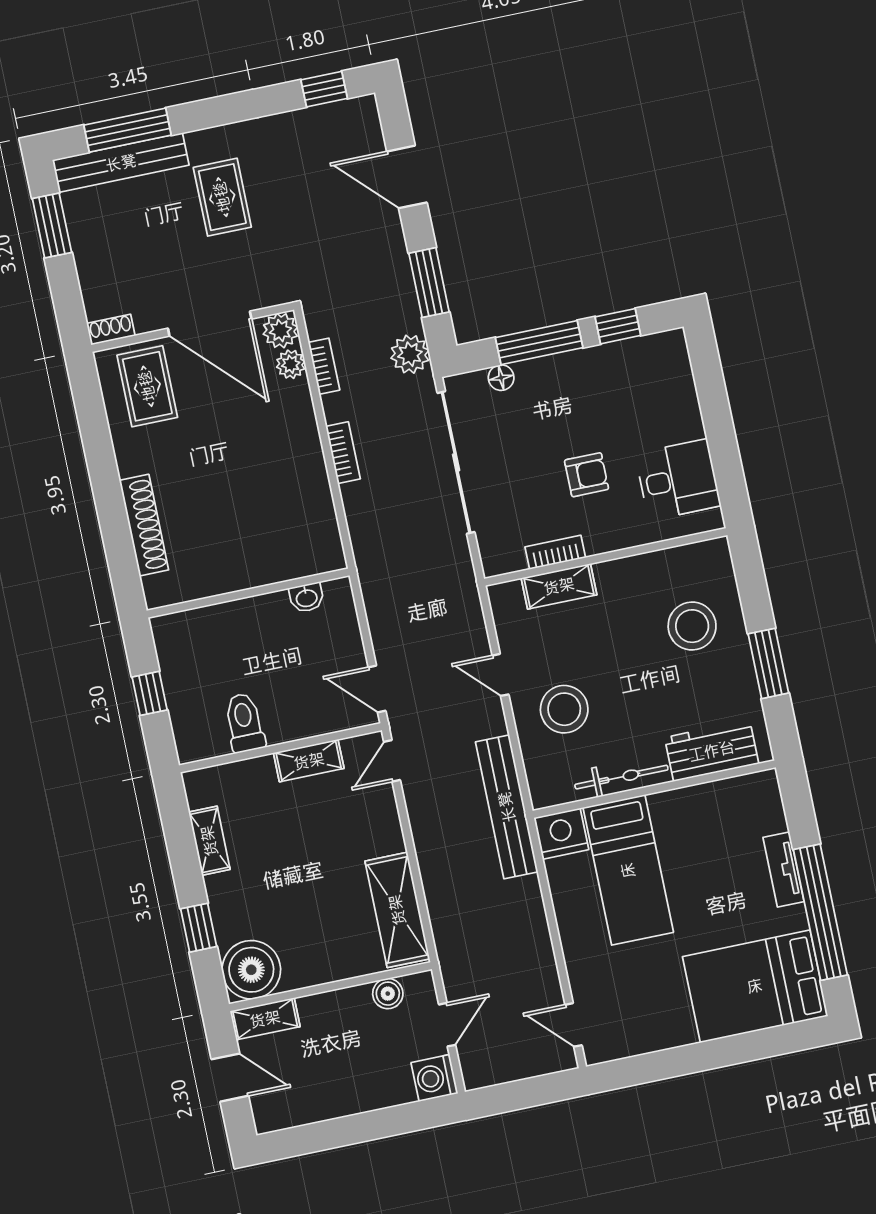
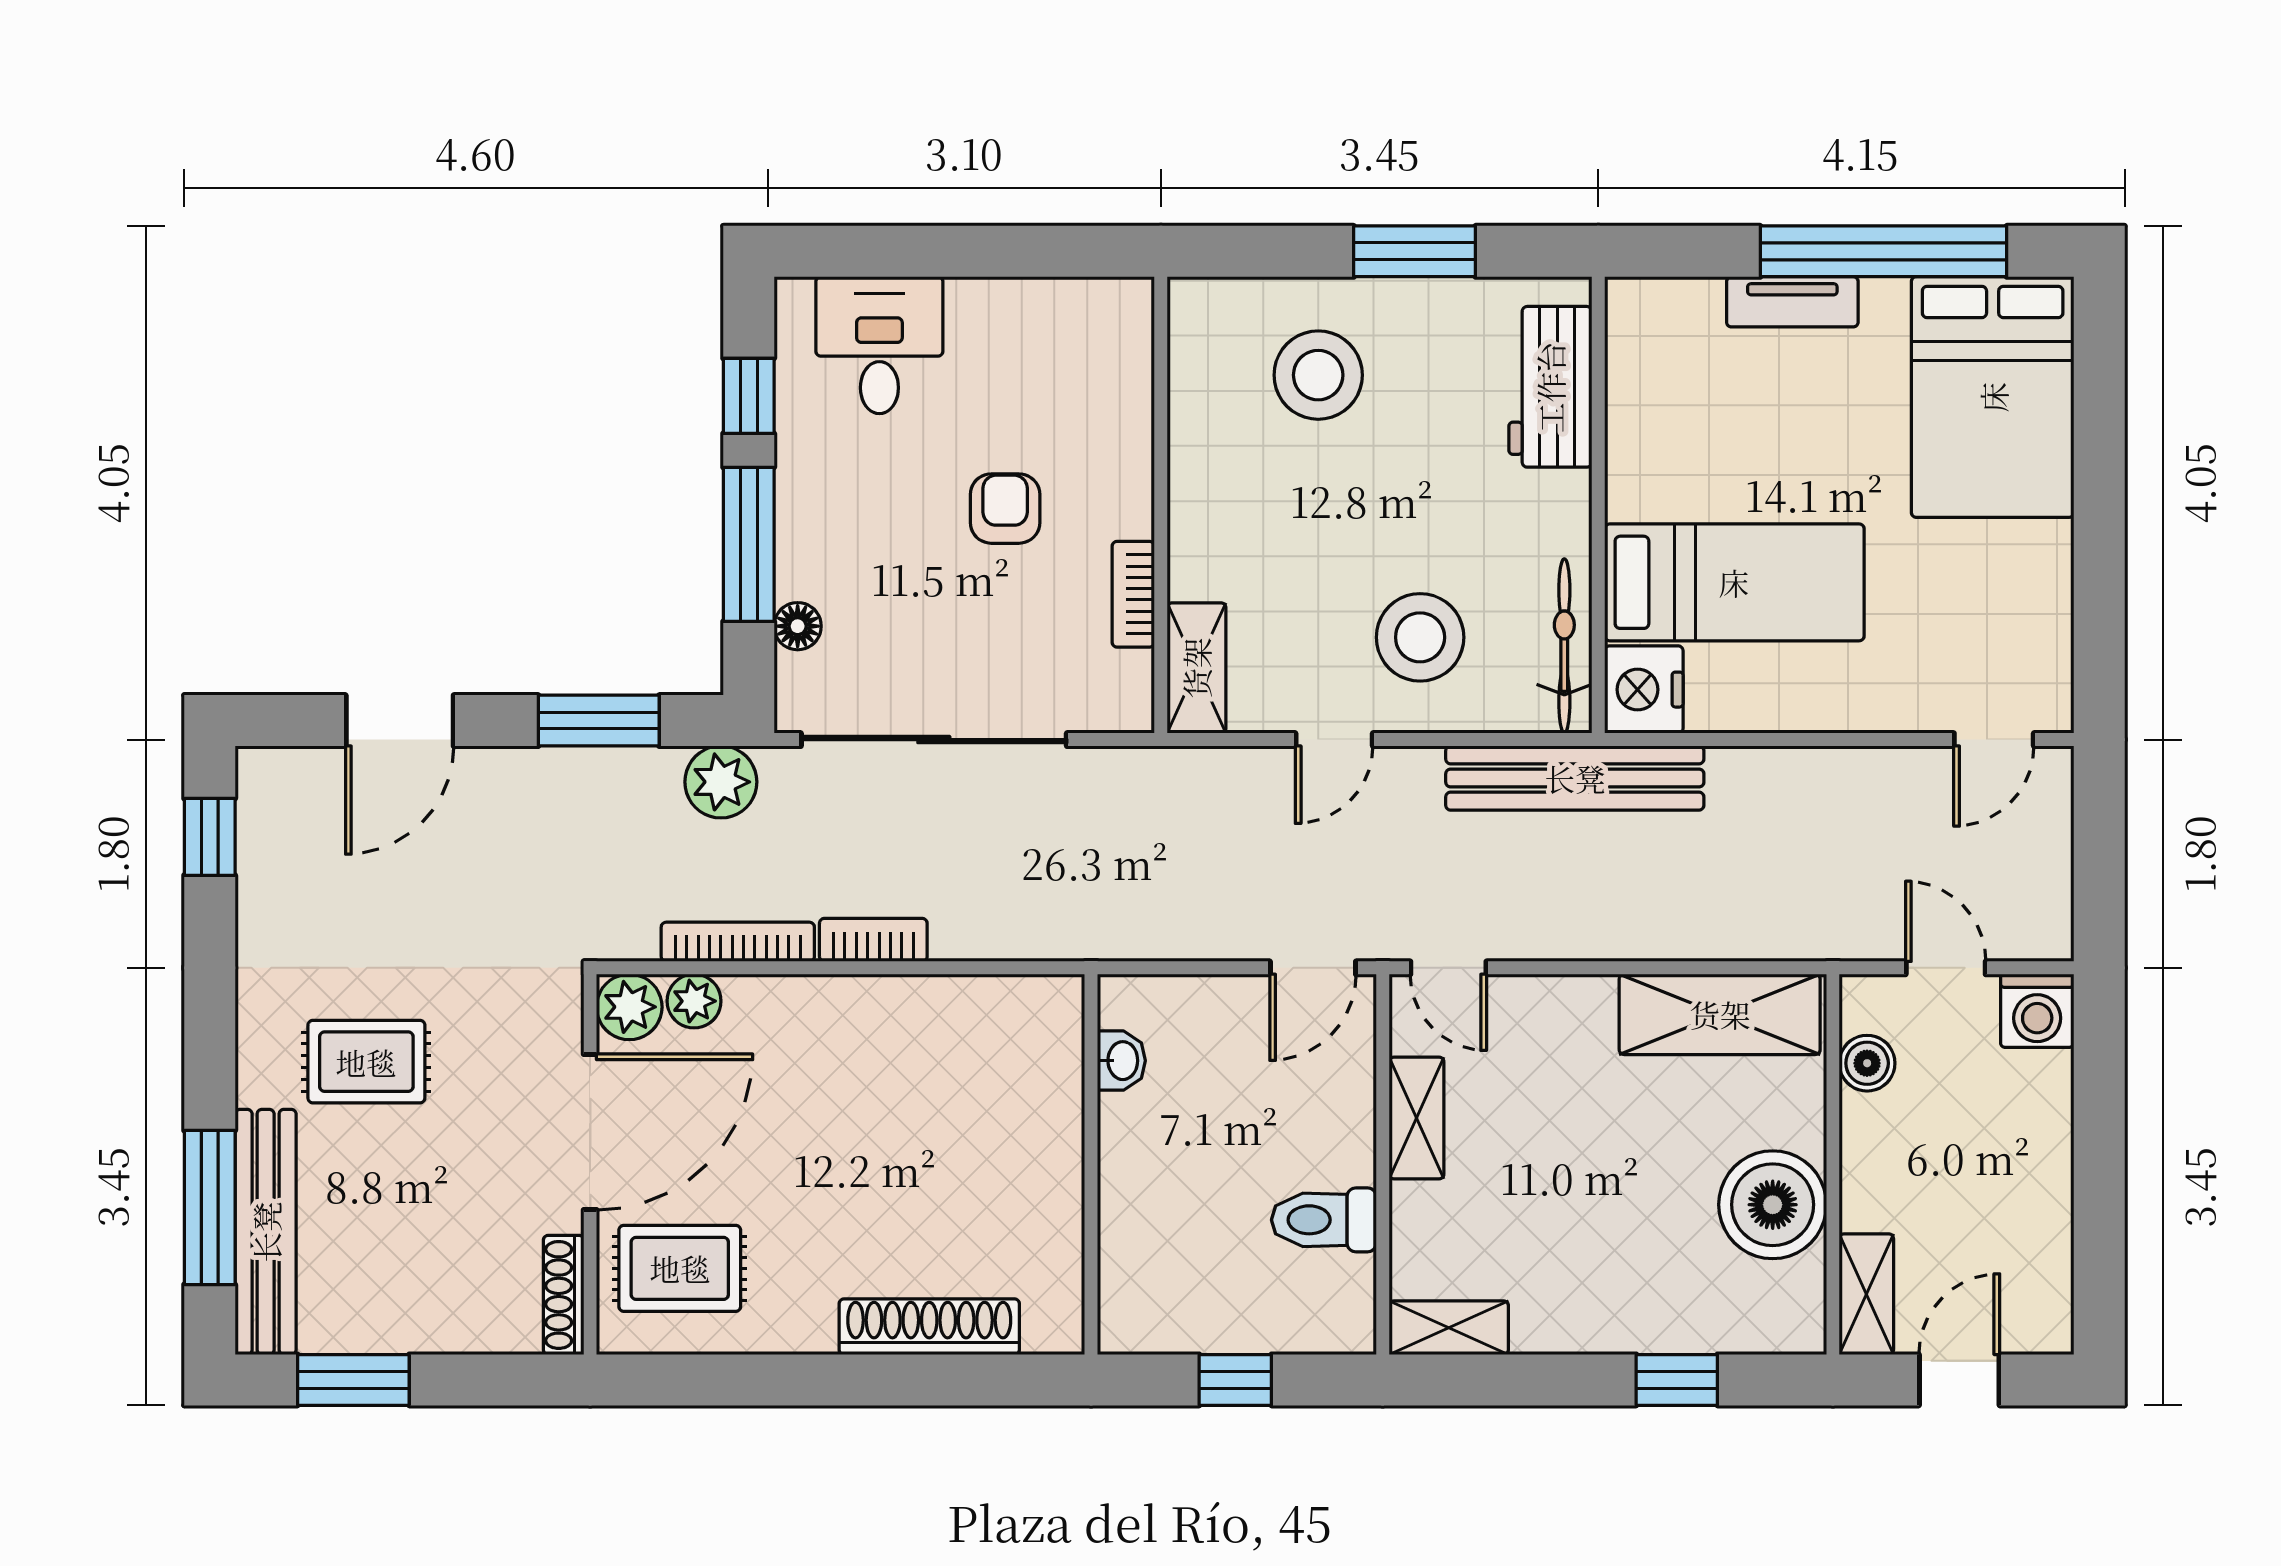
shoe rack: (111, 330) -> (564, 1295), width x1.43
bookcase: (324, 366) -> (738, 942), width x1.56
desk: (678, 480) -> (879, 345), moved
shelving: (559, 586) -> (1196, 668), moved
bicycle: (621, 777) -> (1564, 646), moved
shelving: (209, 841) -> (1449, 1328), moved
boiler: (251, 970) -> (1773, 1205), moved

